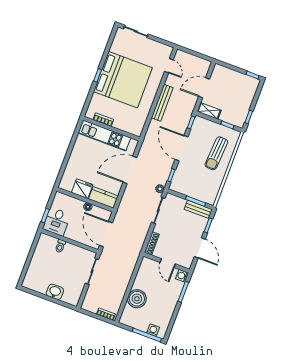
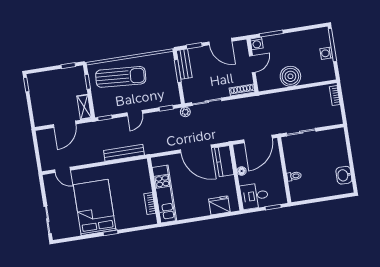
door: (169, 66) -> (63, 170), swing flipped
bed: (123, 80) -> (95, 207), width x0.73
door: (204, 88) -> (65, 124), hinge flipped
bench: (162, 103) -> (124, 153), moved
door: (181, 148) -> (135, 113), width x0.53
sun lounger: (216, 153) -> (121, 77), width x1.36, depth x1.34
door: (130, 170) -> (196, 149), moved
fridge: (82, 189) -> (219, 205), moved, turned 90
desk: (57, 222) -> (254, 196), moved, turned 180
door: (200, 248) -> (220, 42), swing flipped
washbasin: (55, 292) -> (344, 175), moved
boiler: (137, 299) -> (290, 76), moved
washing machine: (153, 330) -> (326, 53), moved

